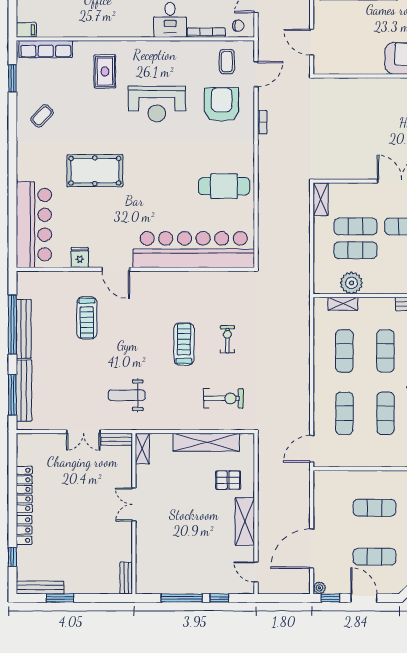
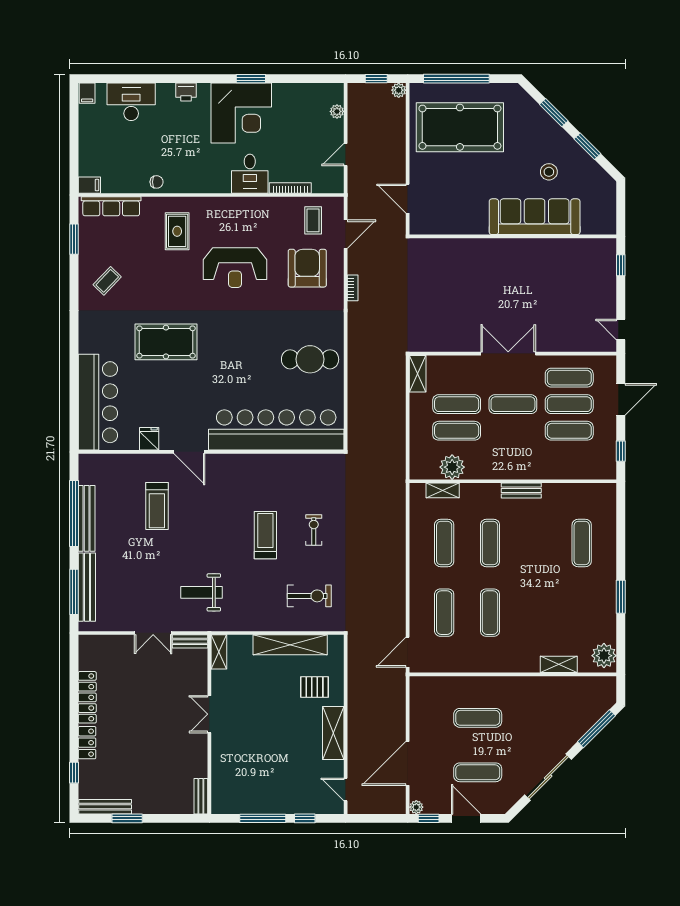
chair: (238, 26) -> (157, 182), moved

